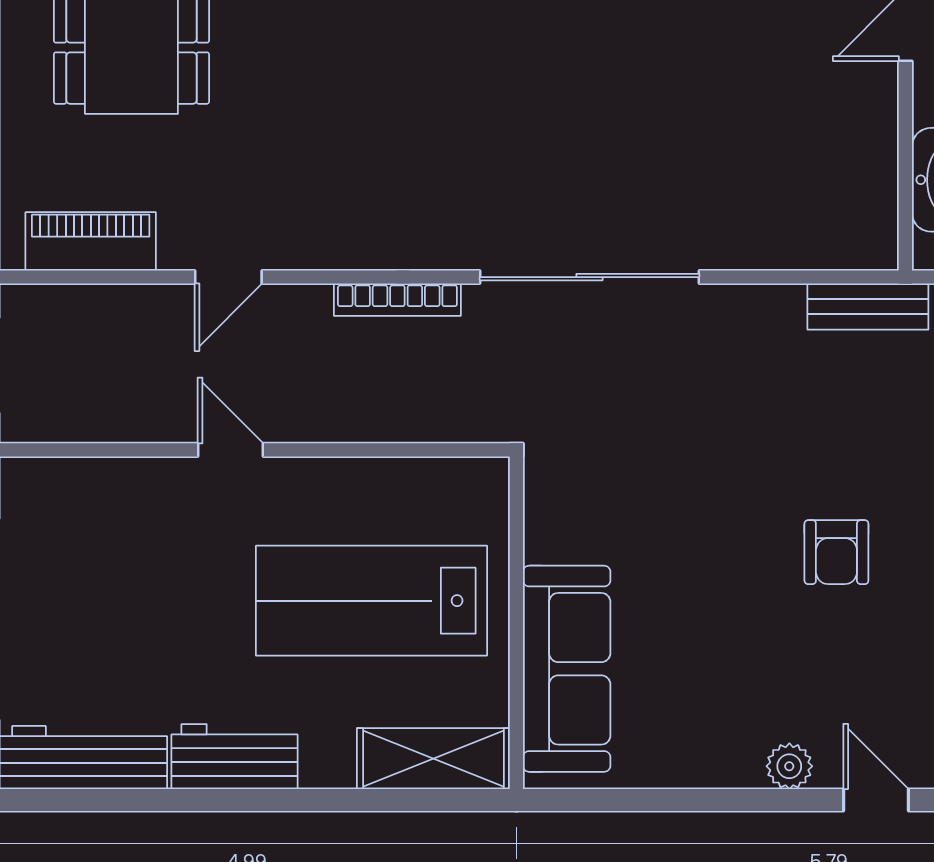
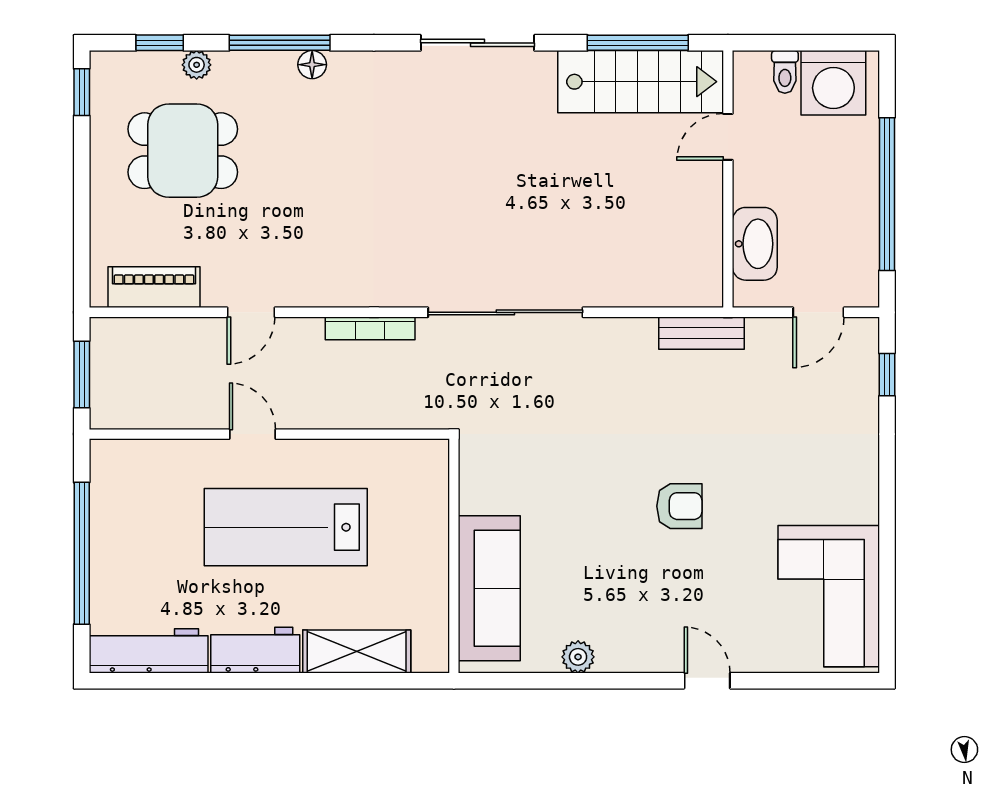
armchair: (836, 552) -> (679, 506), turned -90
lab bench: (371, 601) -> (286, 527), moved
shelving: (433, 759) -> (357, 652), moved
plant: (789, 766) -> (578, 657), moved

